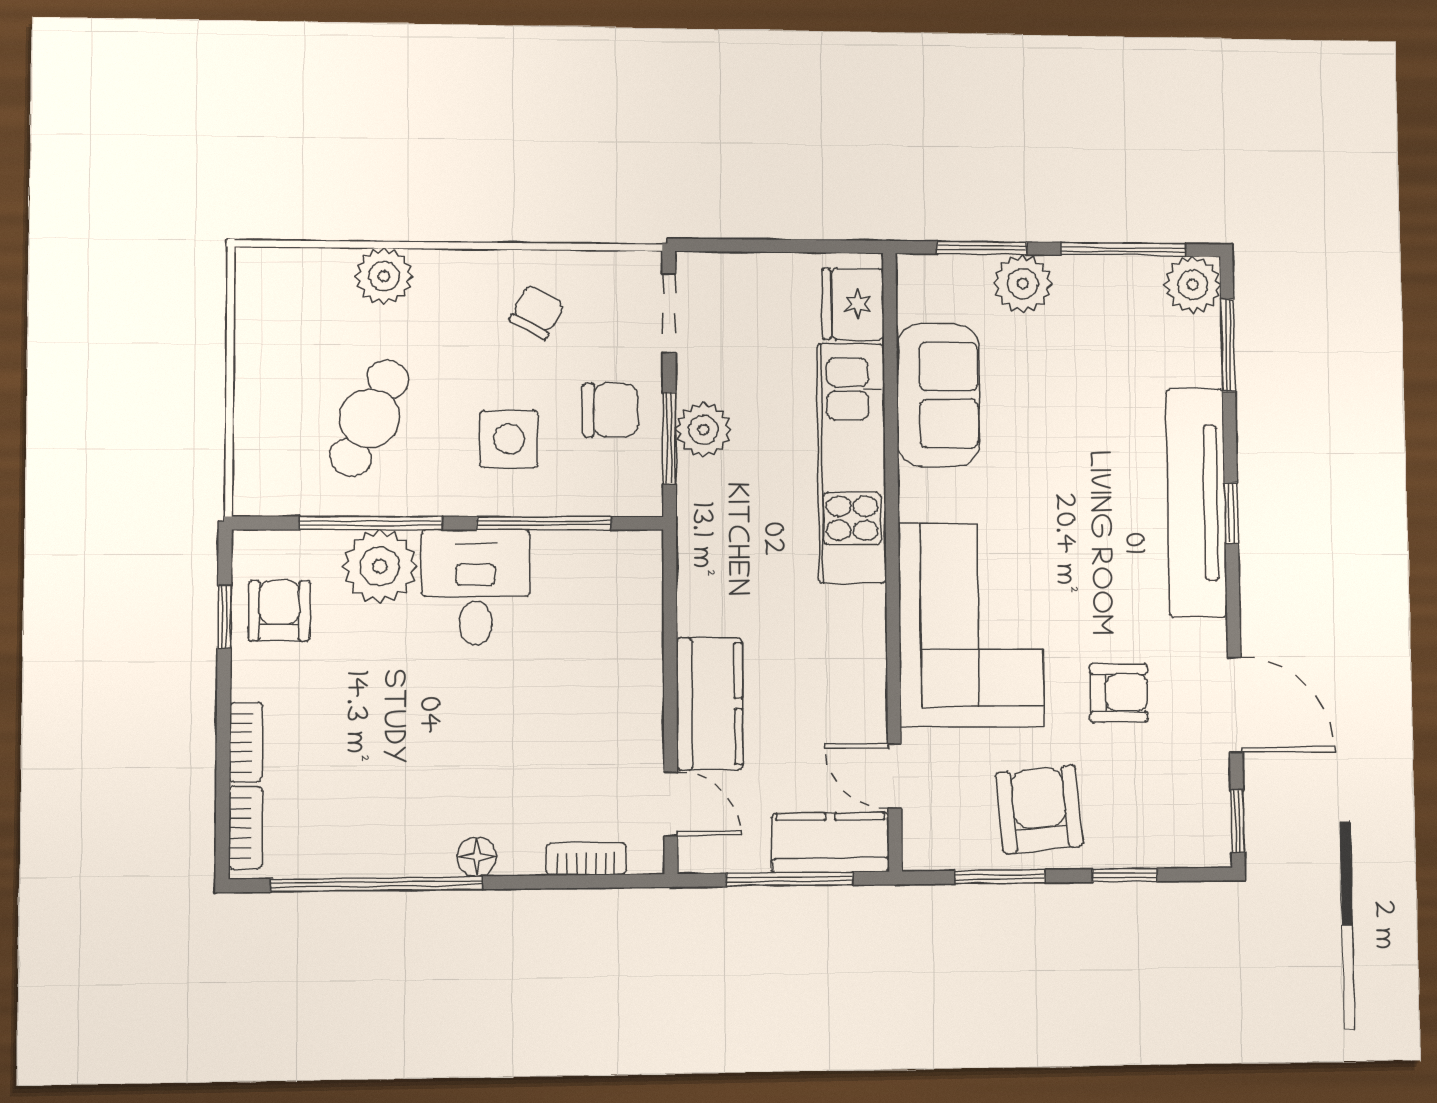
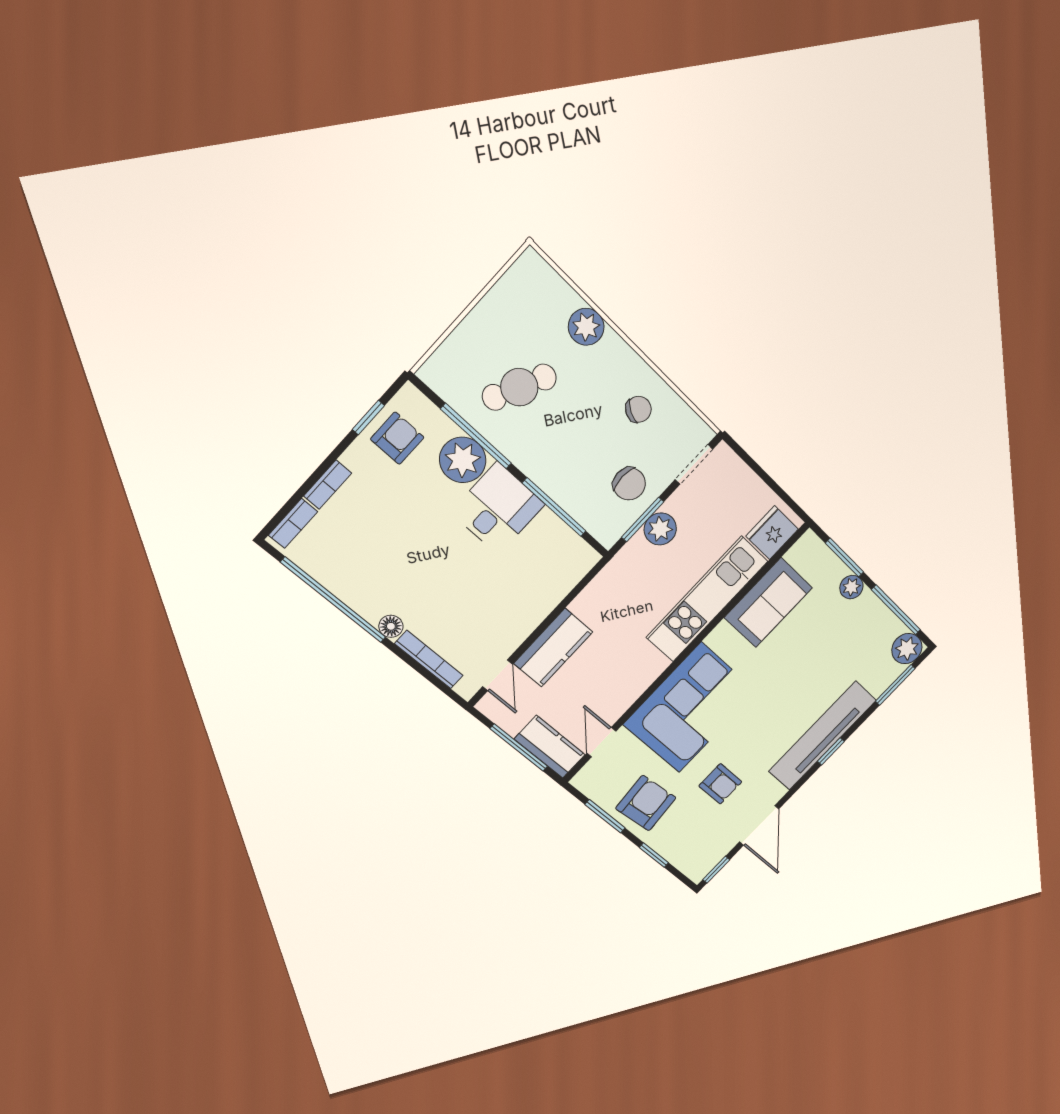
plant: (1023, 284) -> (851, 587), width x0.73, depth x0.73
side table: (509, 439) -> (573, 455), removed
bookcase: (586, 859) -> (429, 660), width x1.56

